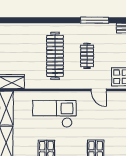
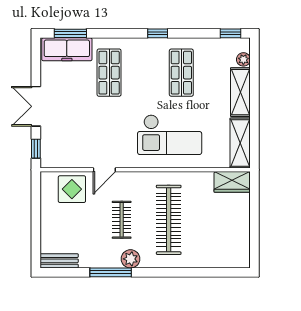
plant: (81, 29) -> (131, 259), added
door: (99, 90) -> (104, 170), swing flipped

